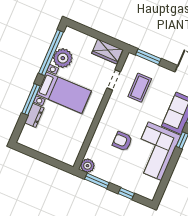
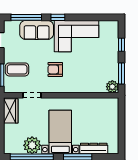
coffee table: (140, 88) -> (17, 69), moved
dresser: (34, 115) -> (94, 149), width x1.44
armchair: (122, 141) -> (55, 69), moved, turned 90

